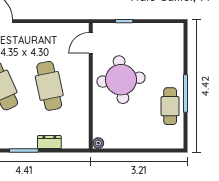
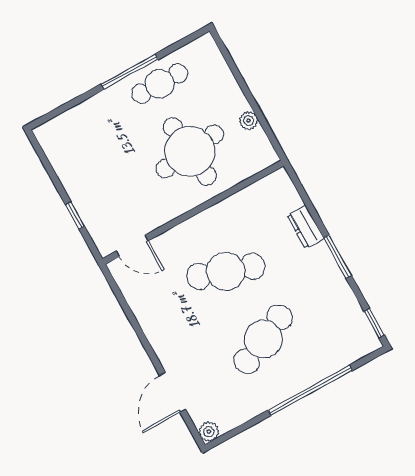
round table: (121, 80) -> (190, 151), moved
cafe table: (49, 86) -> (226, 271), turned 30
plant: (98, 143) -> (249, 121), moved

